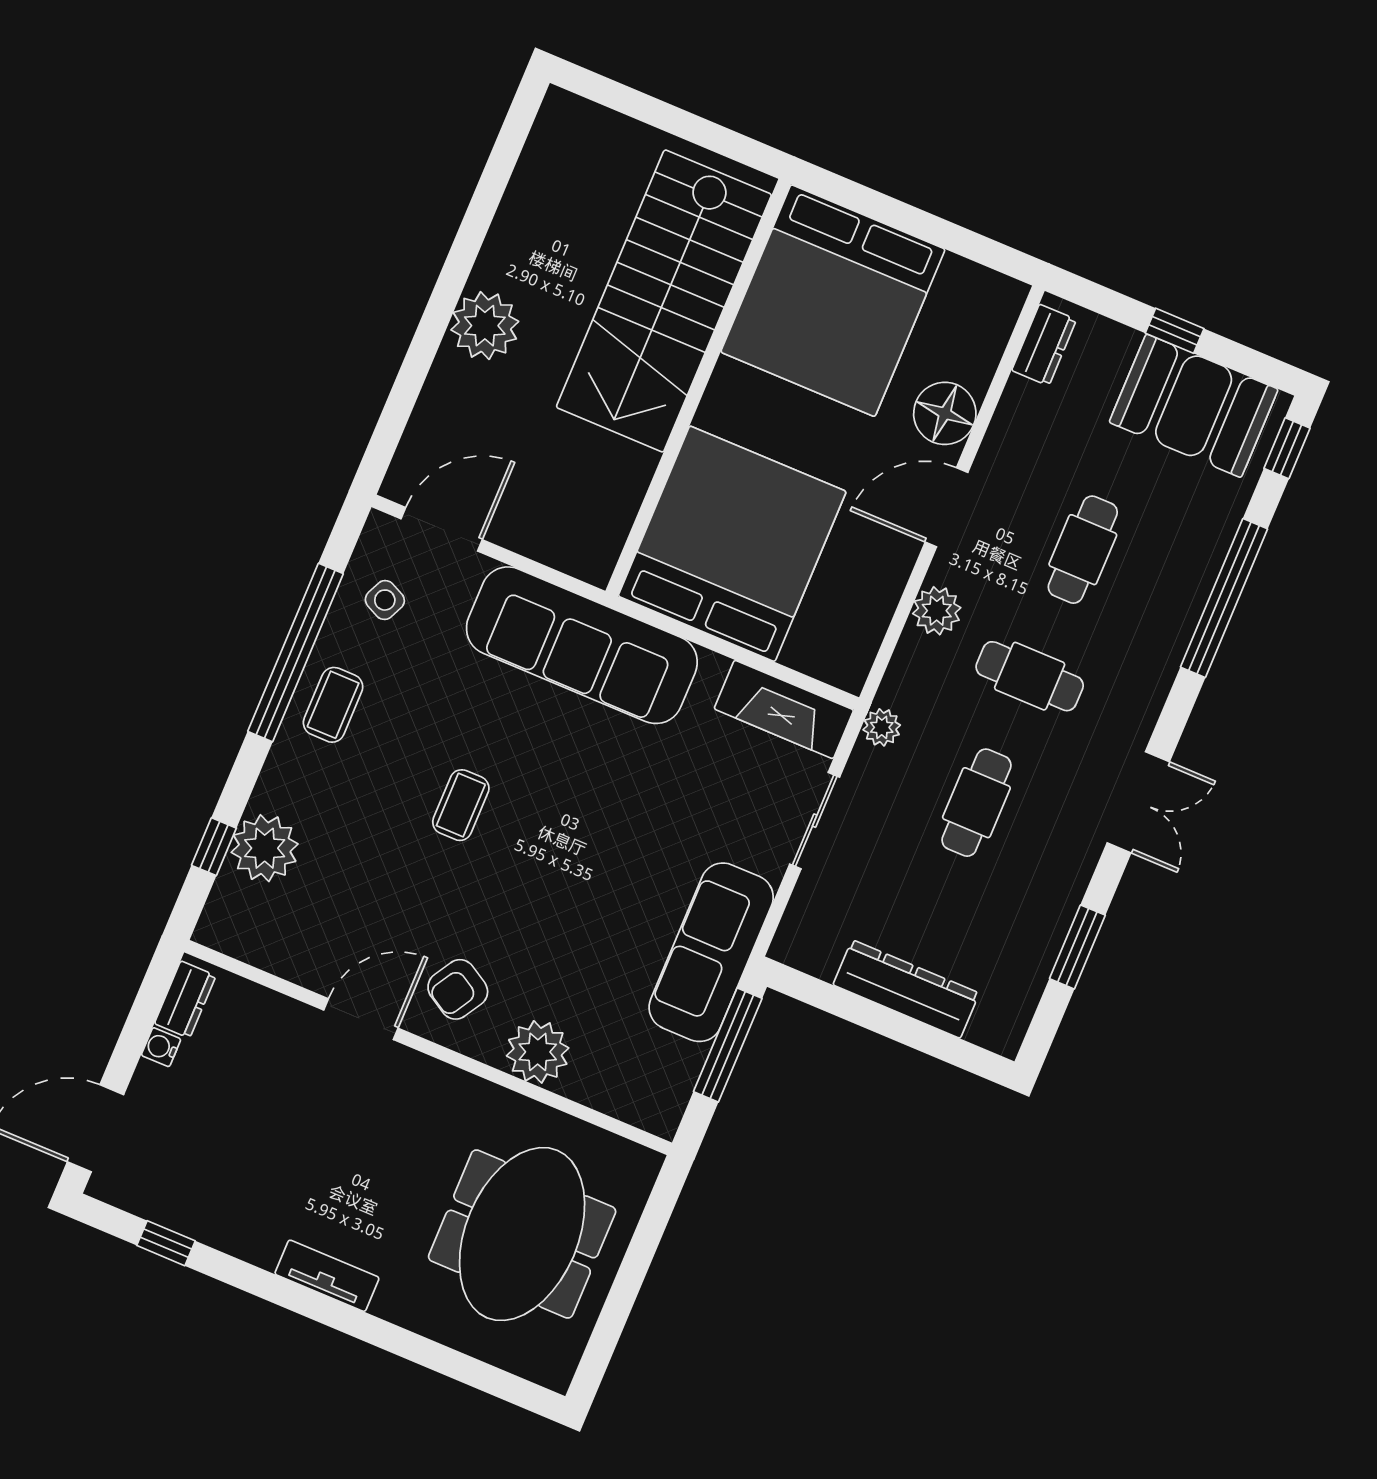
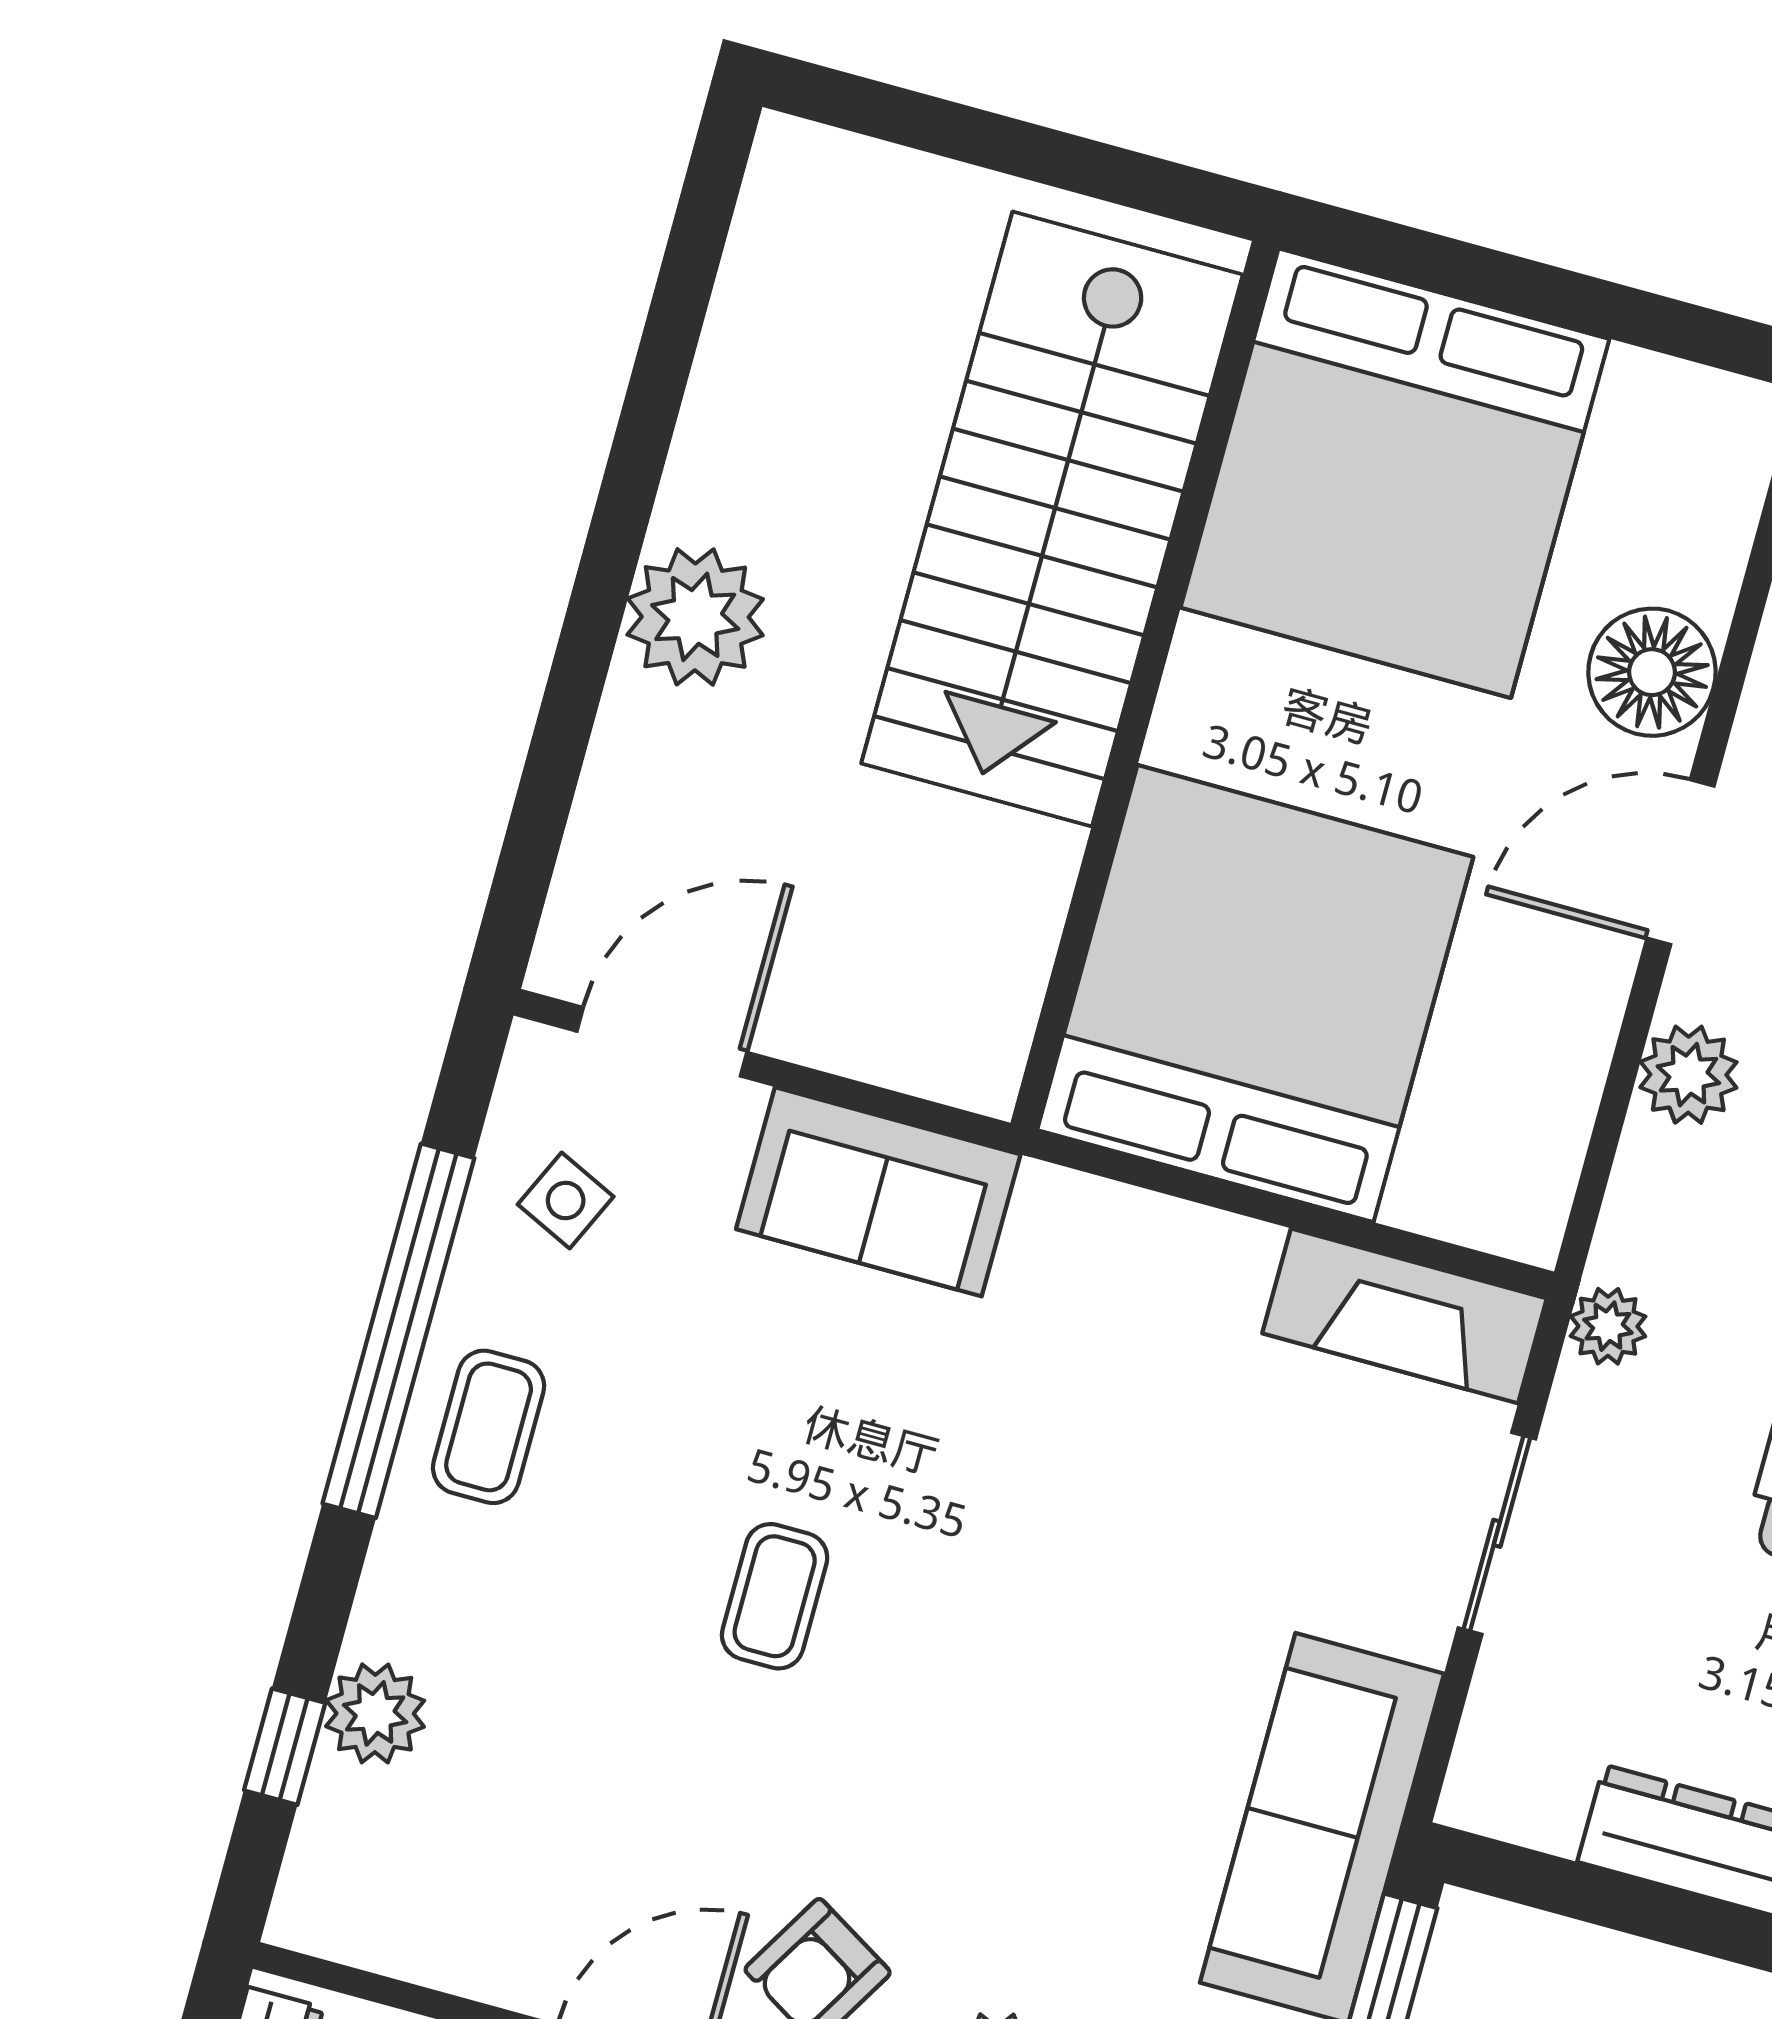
sofa: (582, 645) -> (878, 1192), width x0.54, depth x0.79
plant: (265, 848) -> (375, 1713), width x0.73, depth x0.73

